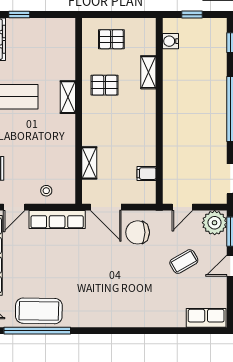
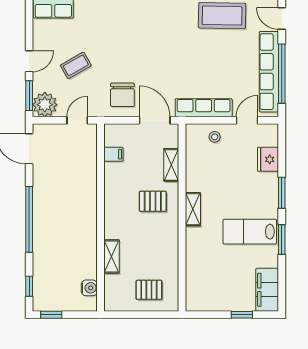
window: (192, 15) -> (51, 315), moved
pallet: (105, 85) -> (153, 201), moved
shelving: (68, 97) -> (193, 209), moved
chair: (138, 232) -> (122, 95), turned 90

